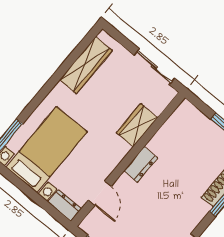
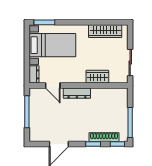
dresser: (141, 164) -> (77, 93), width x1.44
door: (100, 193) -> (53, 86), hinge flipped

